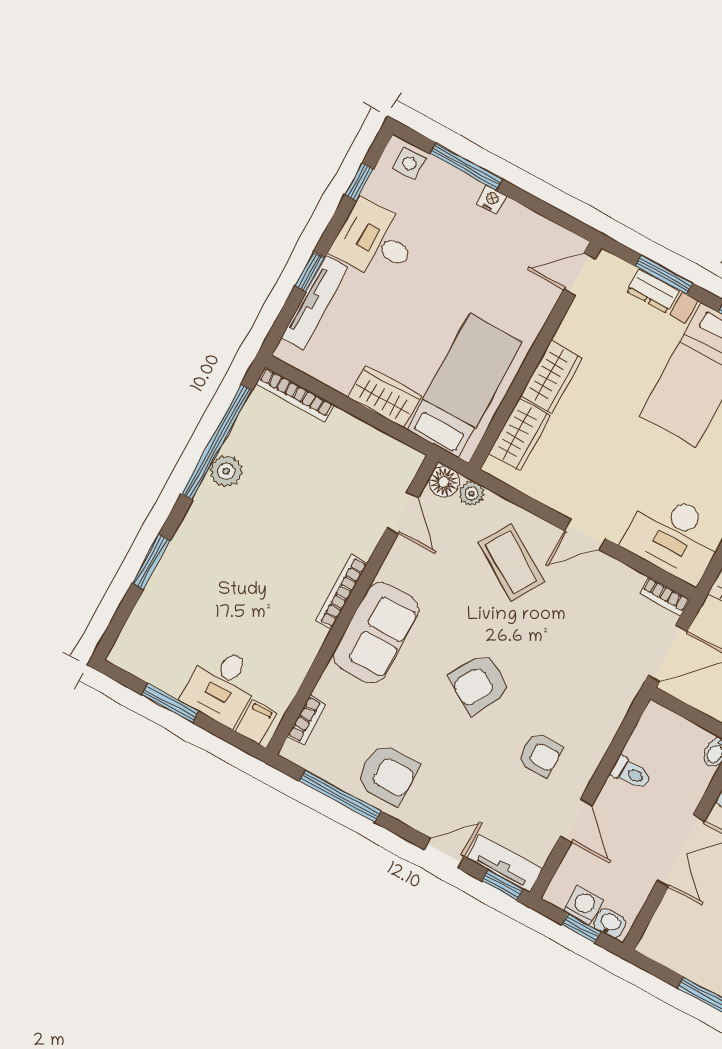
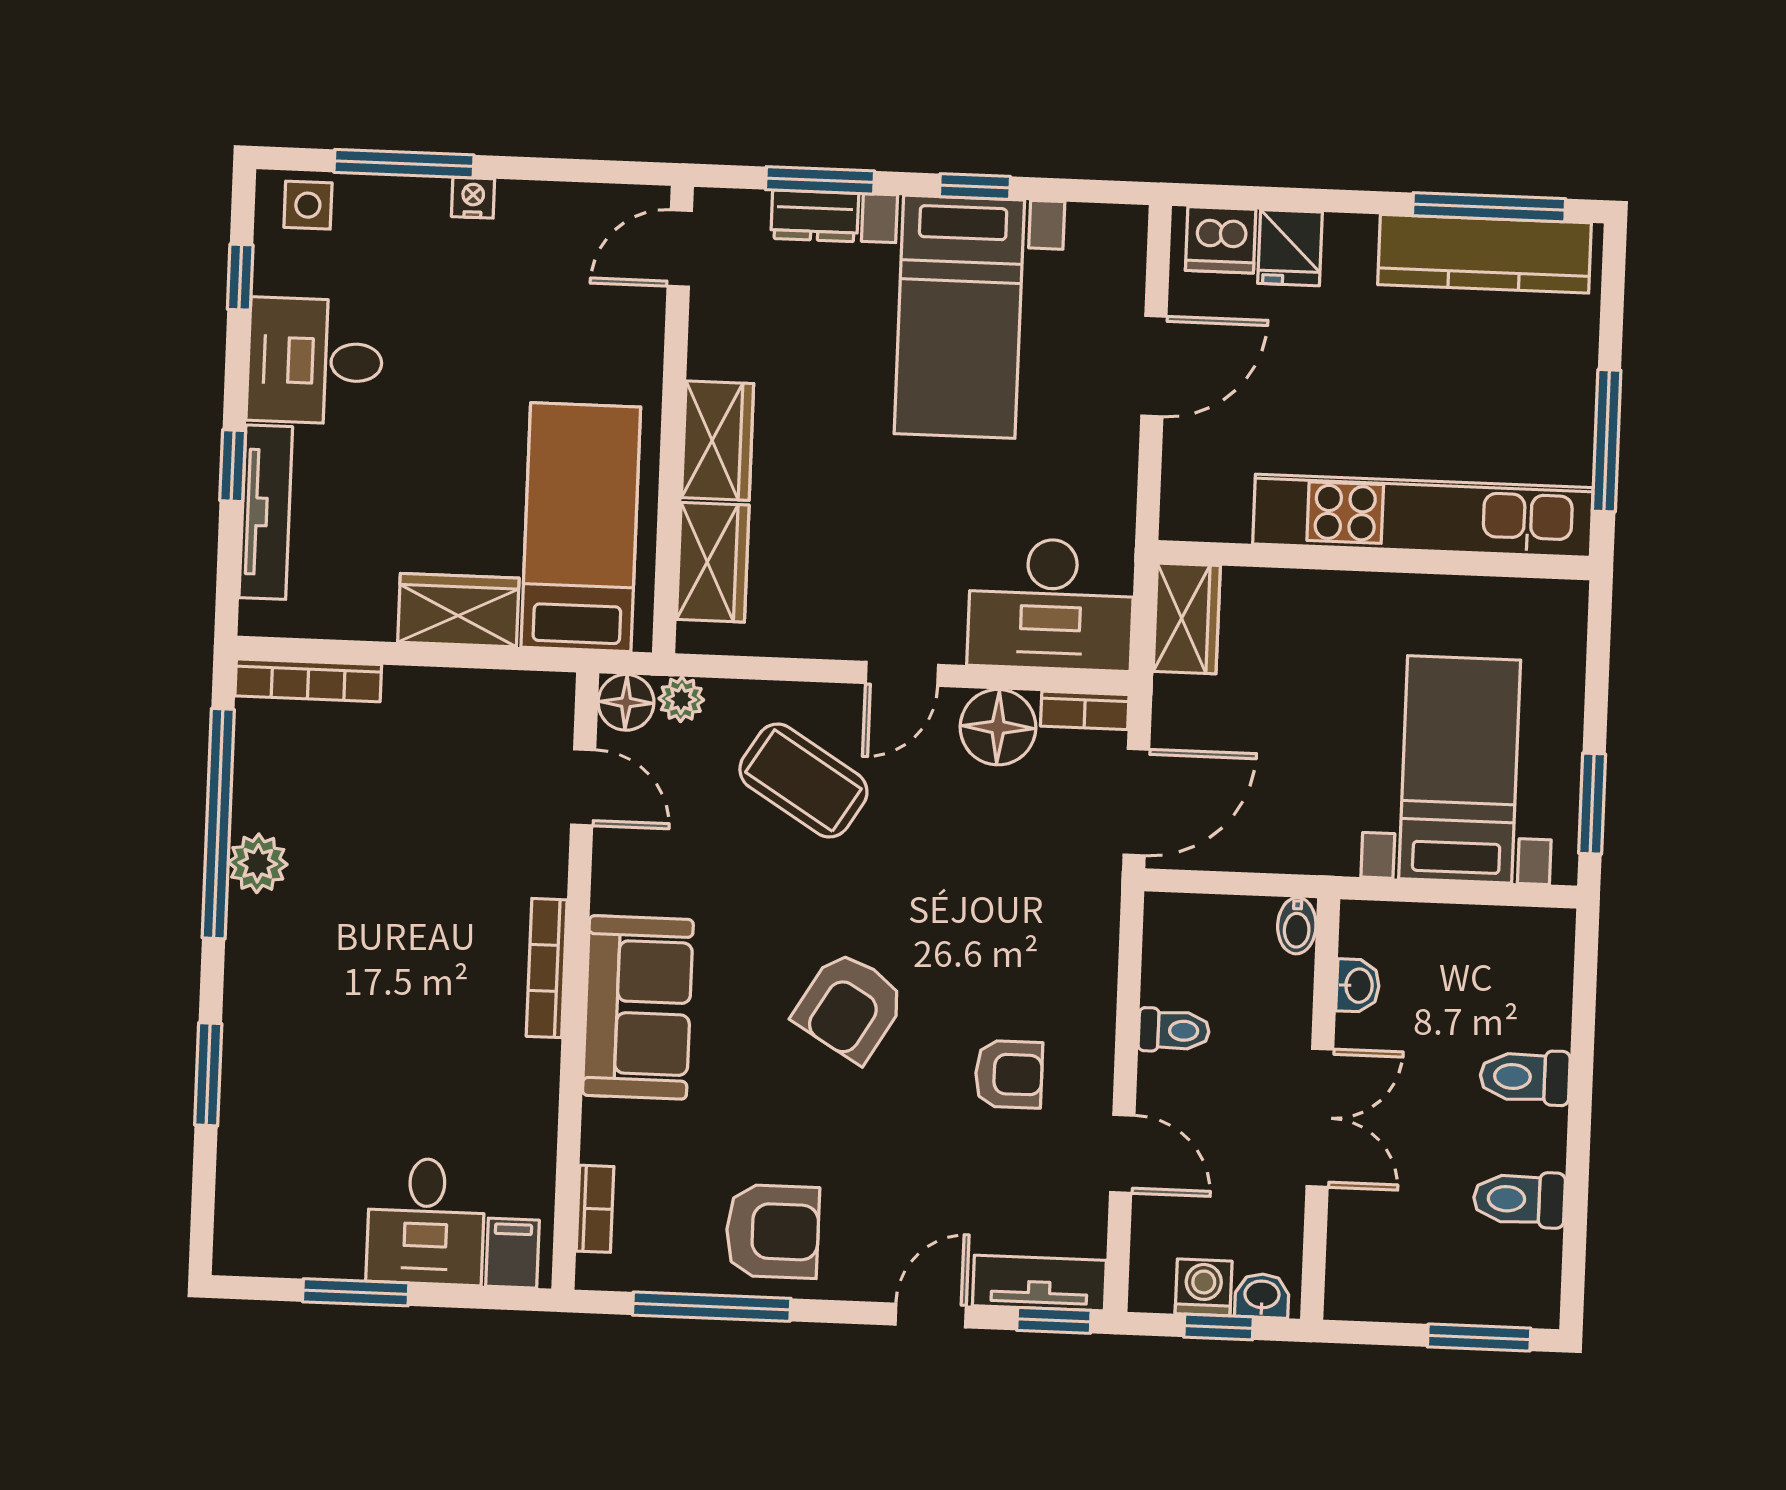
floor lamp: (619, 583) -> (998, 727), added

